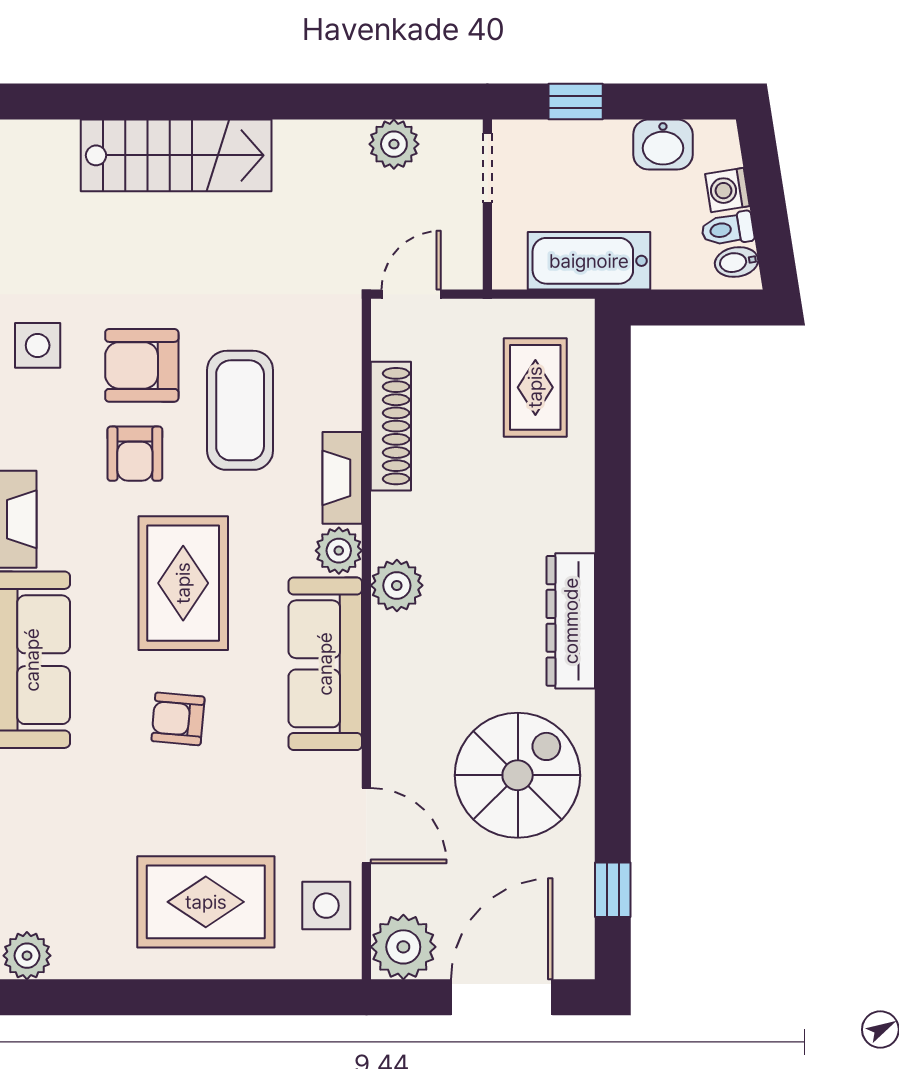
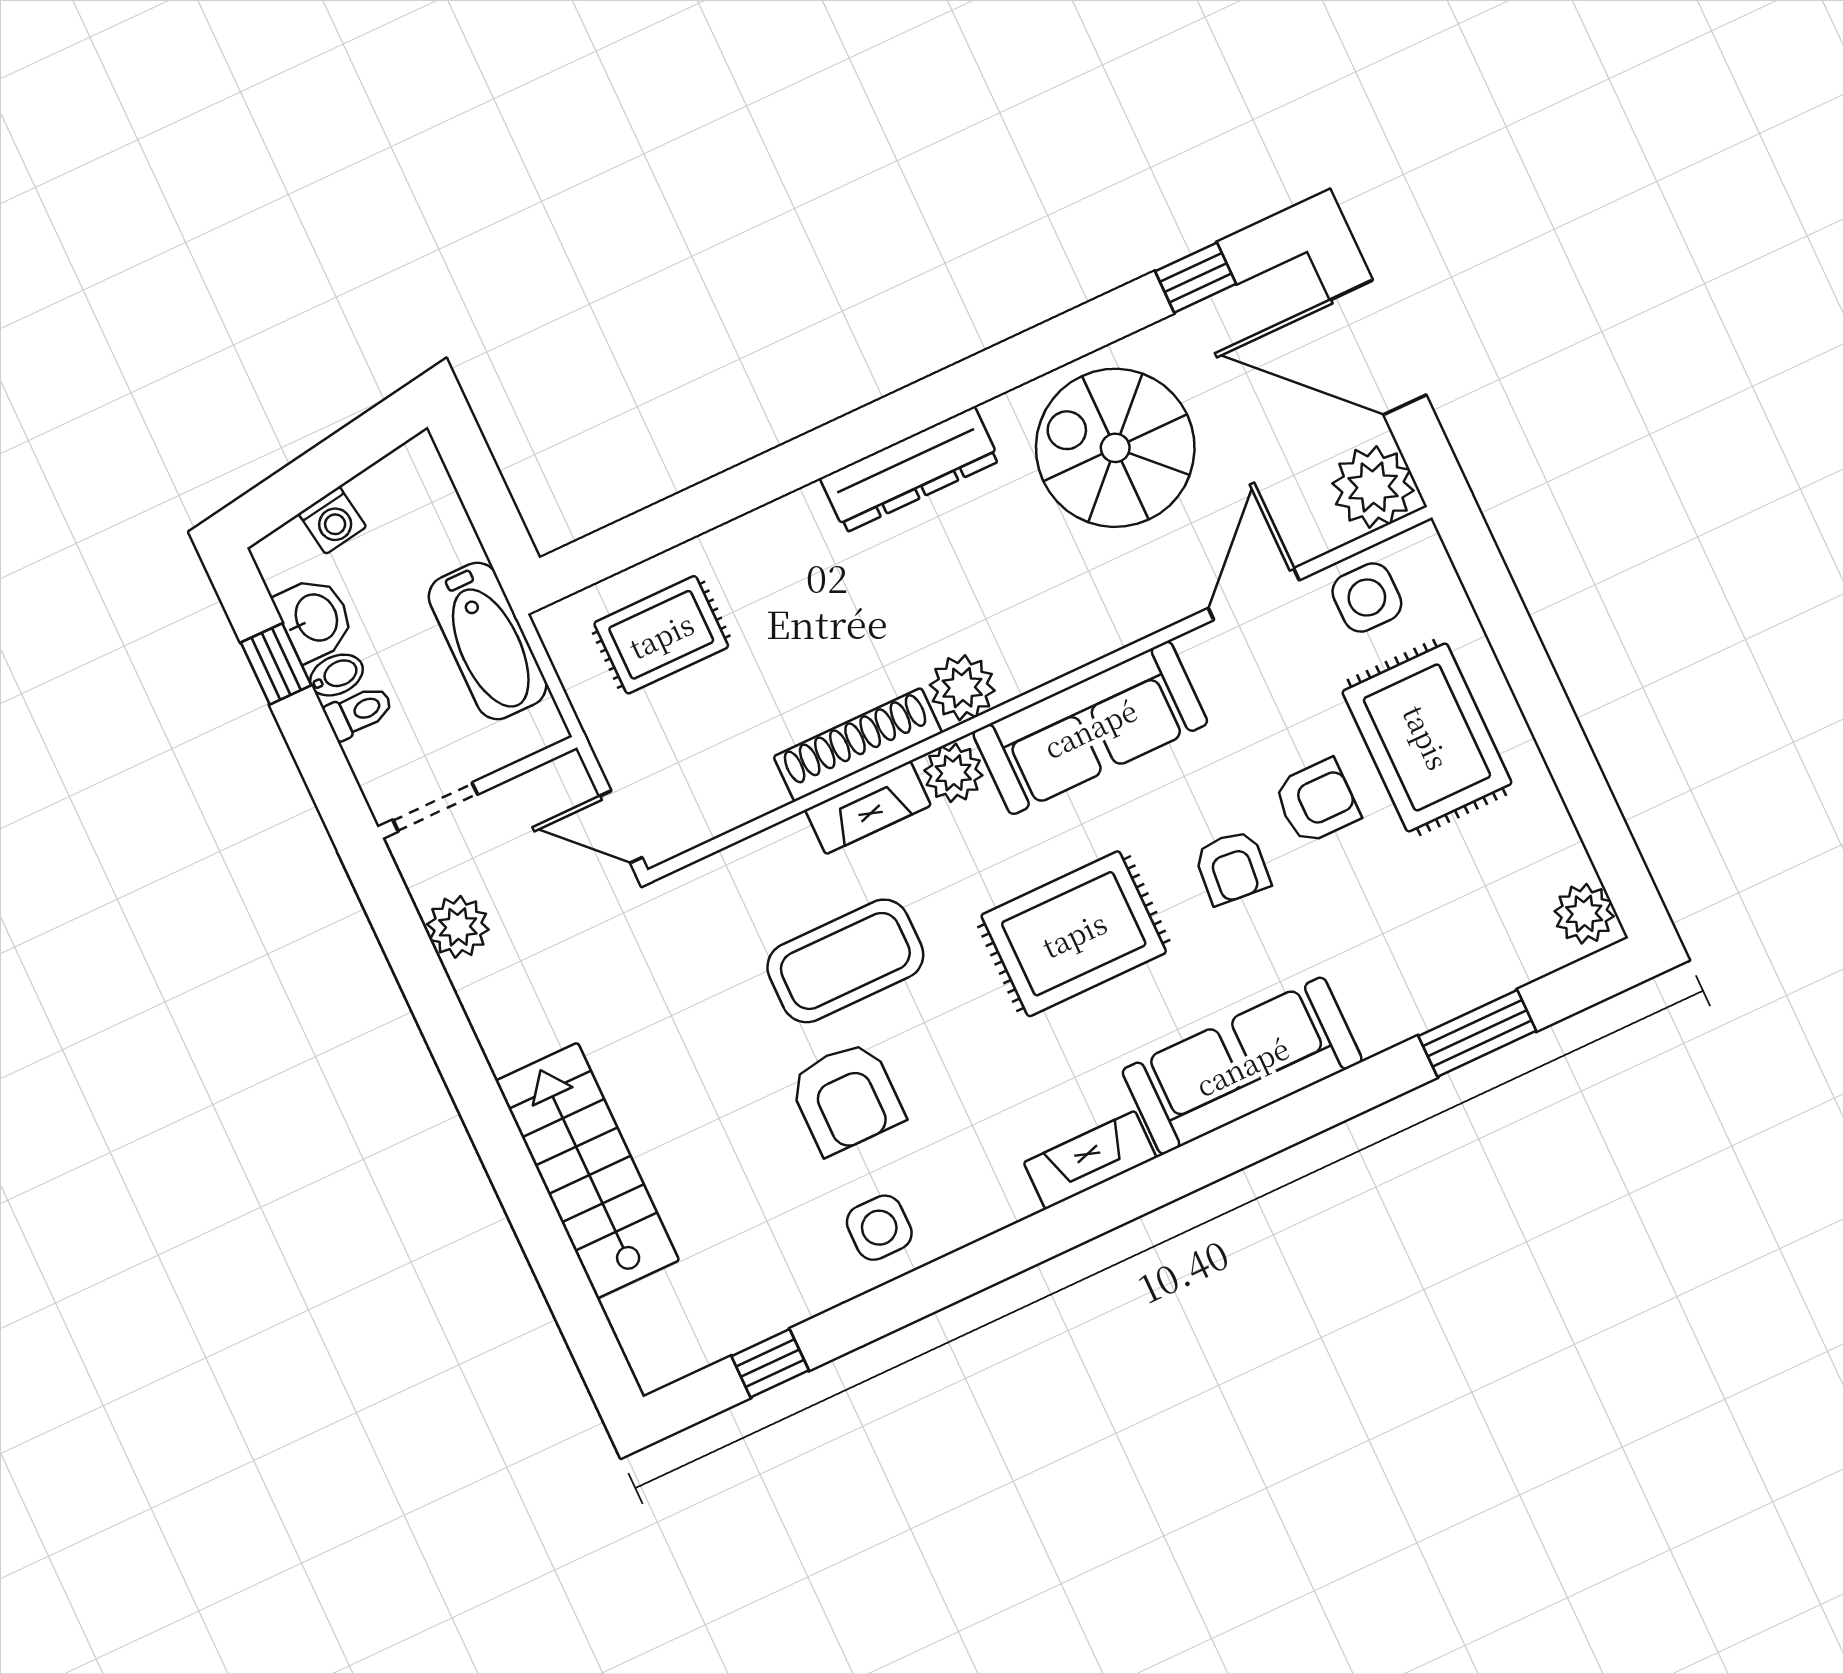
window: (576, 102) -> (276, 664), moved
toilet: (728, 229) -> (359, 712), moved, turned -81
bidet: (736, 262) -> (336, 675), moved, turned -81
shoe rack: (391, 426) -> (858, 745), moved
armchair: (135, 454) -> (1317, 802), moved

